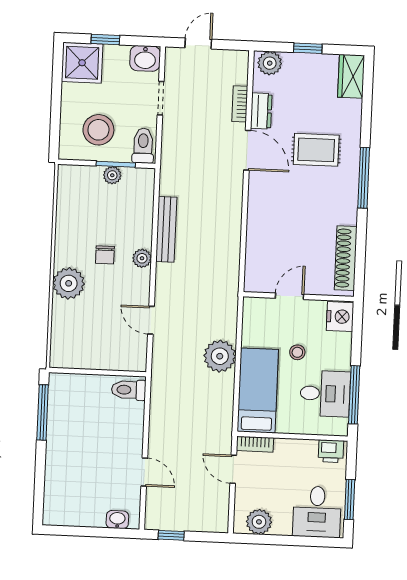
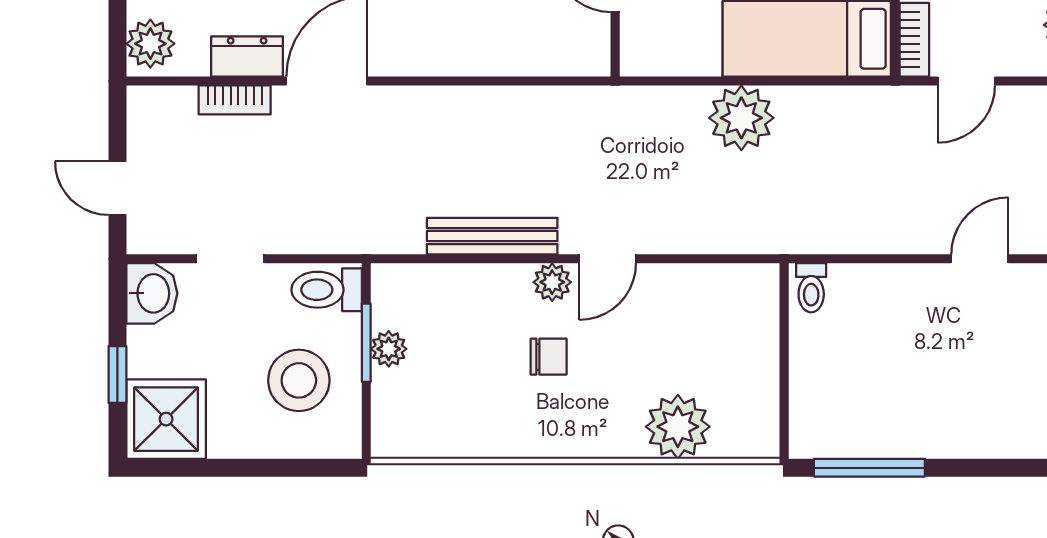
plant: (69, 283) -> (678, 427), moved
door: (151, 320) -> (608, 259), moved
toilet: (129, 390) -> (811, 288), width x0.73, depth x0.72

